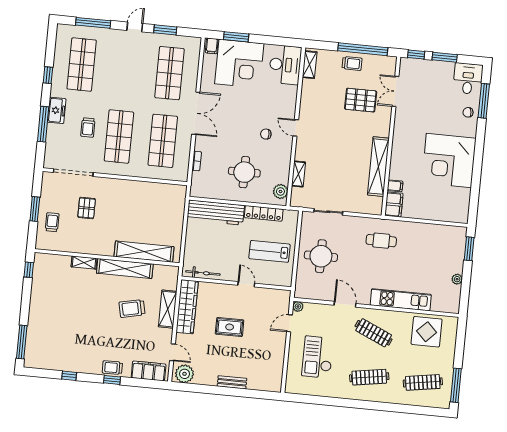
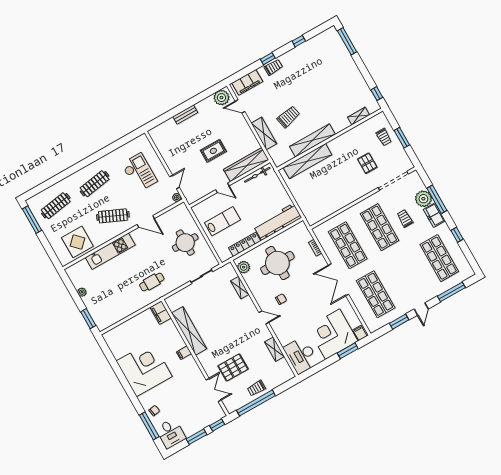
shelving: (310, 65) -> (274, 349), moved
plant: (56, 134) -> (423, 199), added
round table: (244, 172) -> (277, 263), width x1.36, depth x1.36
filing cabinet: (395, 186) -> (184, 353), moved
shelving: (84, 263) -> (358, 116), moved
wardrobe: (187, 307) -> (246, 165), moved, turned 90

